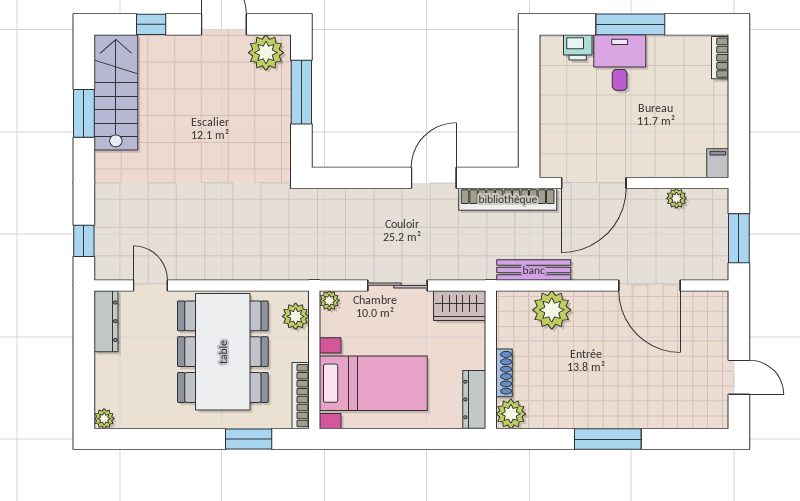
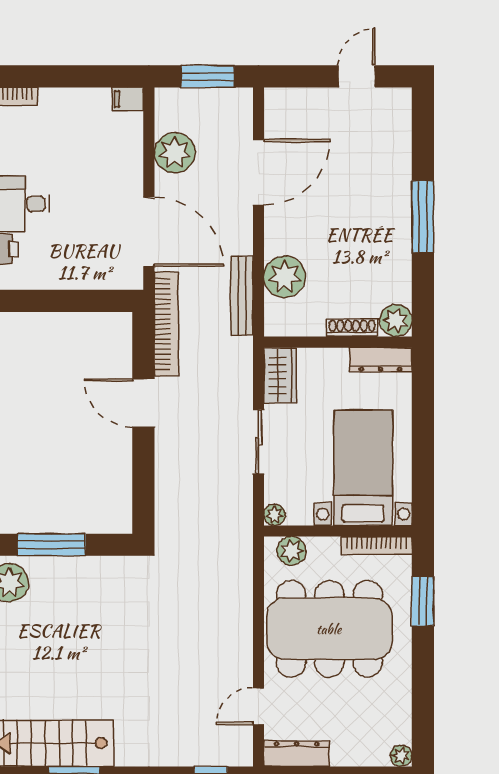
plant: (676, 198) -> (175, 153), width x1.88, depth x1.88

